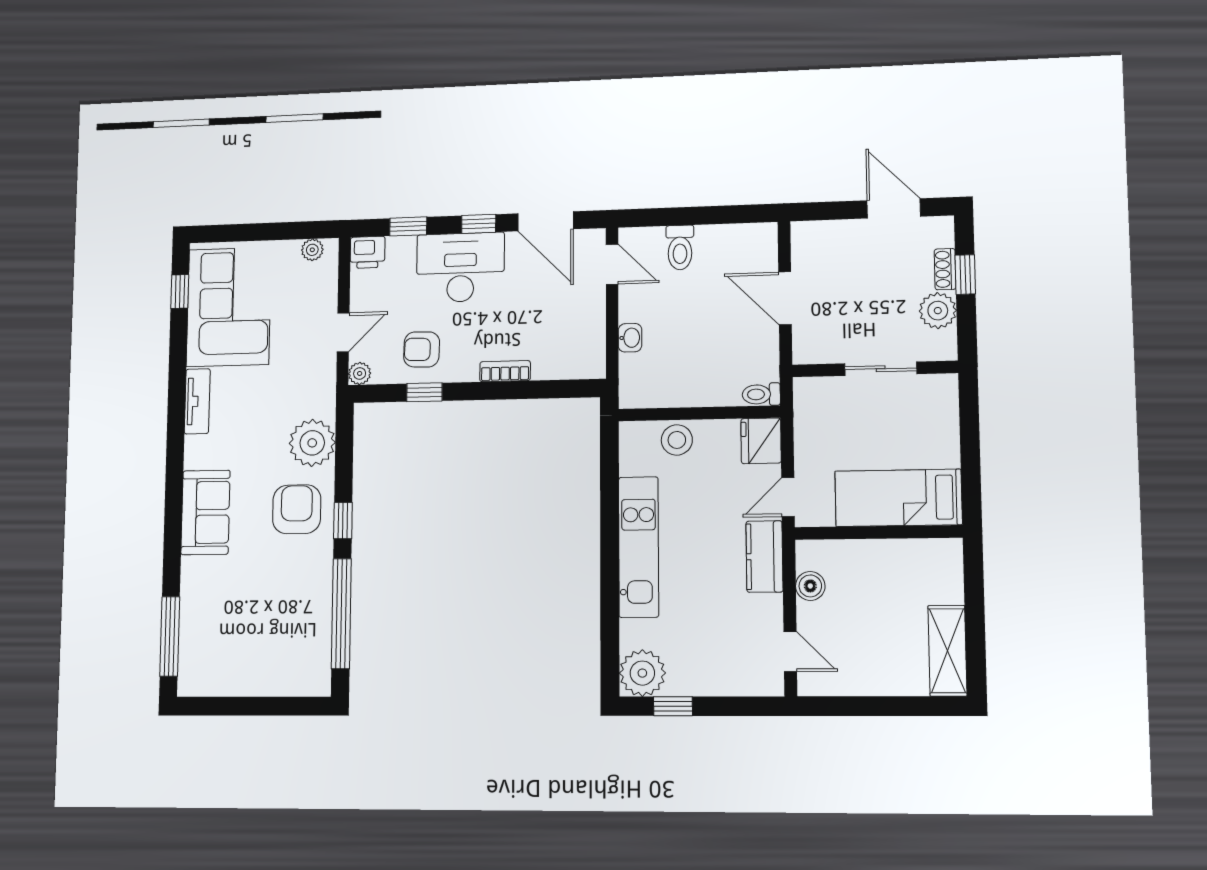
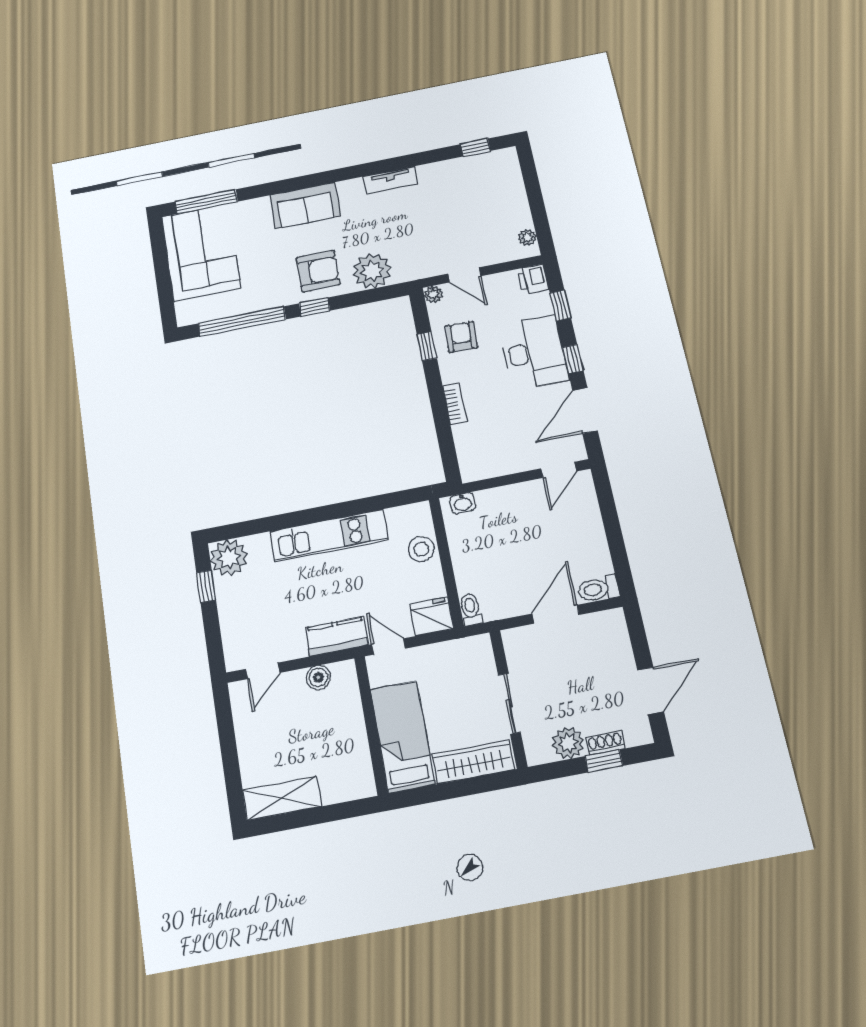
toilet: (680, 248) -> (598, 589), moved
corner sofa: (229, 307) -> (201, 252), moved, turned -90
washbasin: (630, 338) -> (463, 503), moved
wardrobe: (942, 421) -> (473, 762), added

